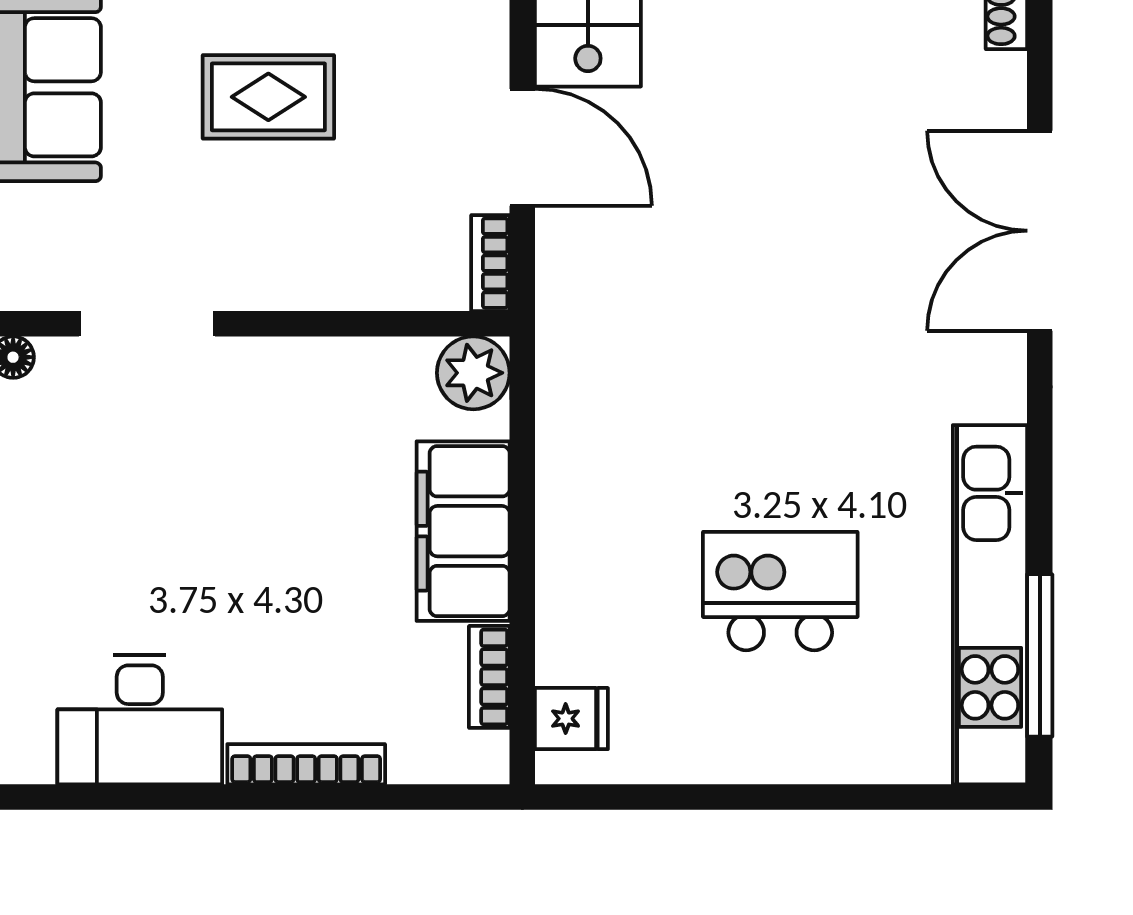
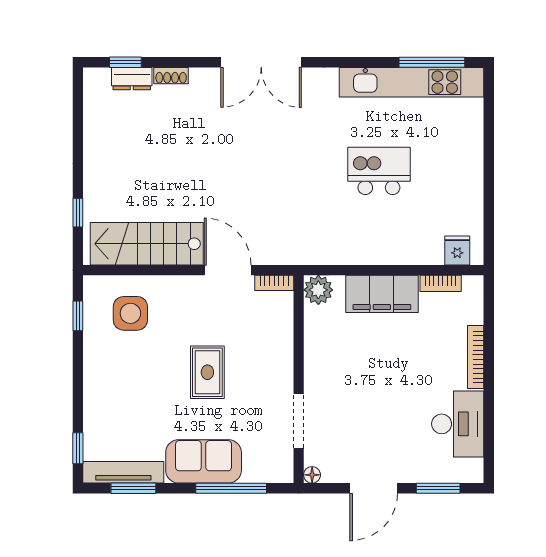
door: (522, 147) -> (228, 270), hinge flipped
kitchen island: (780, 591) -> (379, 171), moved, turned 90

